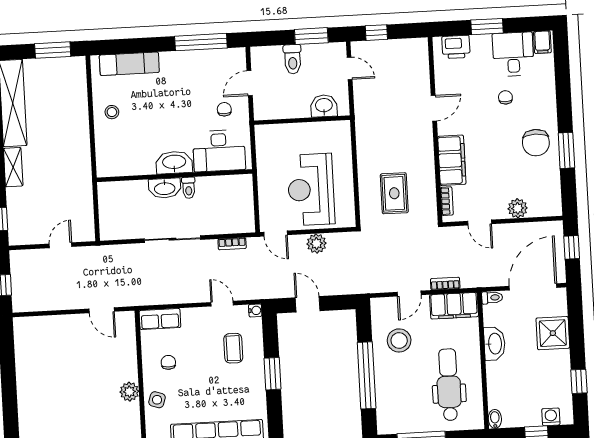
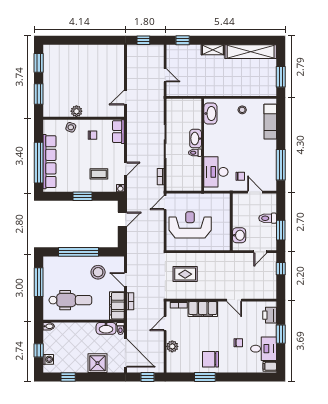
washbasin: (174, 162) -> (210, 114), moved
plant: (316, 244) -> (158, 226), removed
washbasin: (494, 344) -> (106, 328), moved

